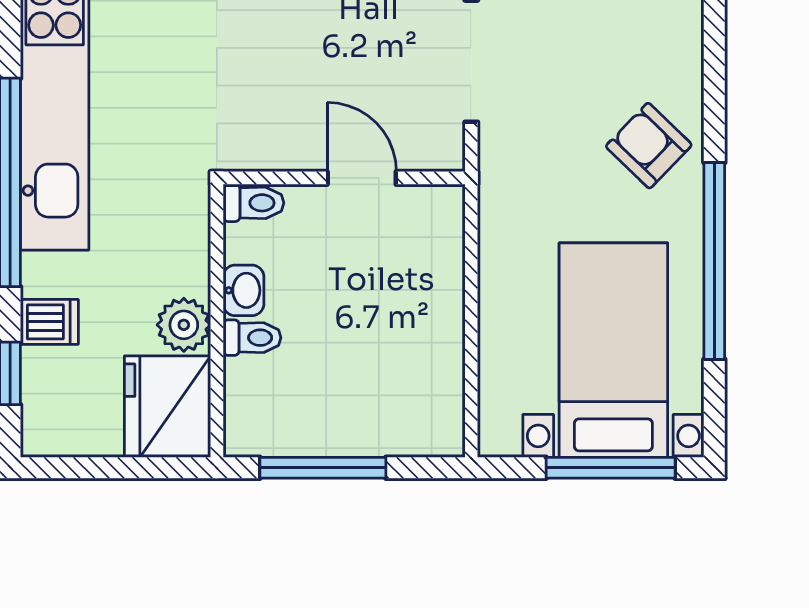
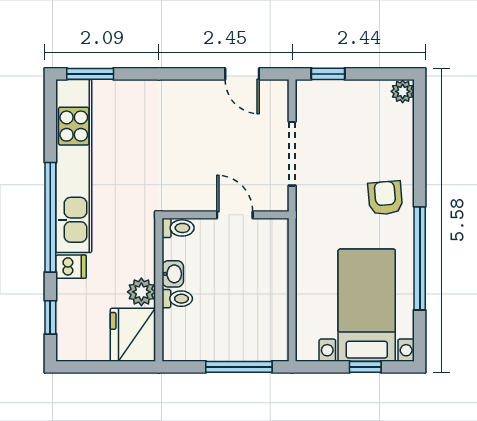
armchair: (649, 146) -> (385, 198), turned 41
dishwasher: (49, 322) -> (71, 267), moved
window: (323, 468) -> (239, 367), moved
window: (611, 468) -> (365, 367), width x0.46

